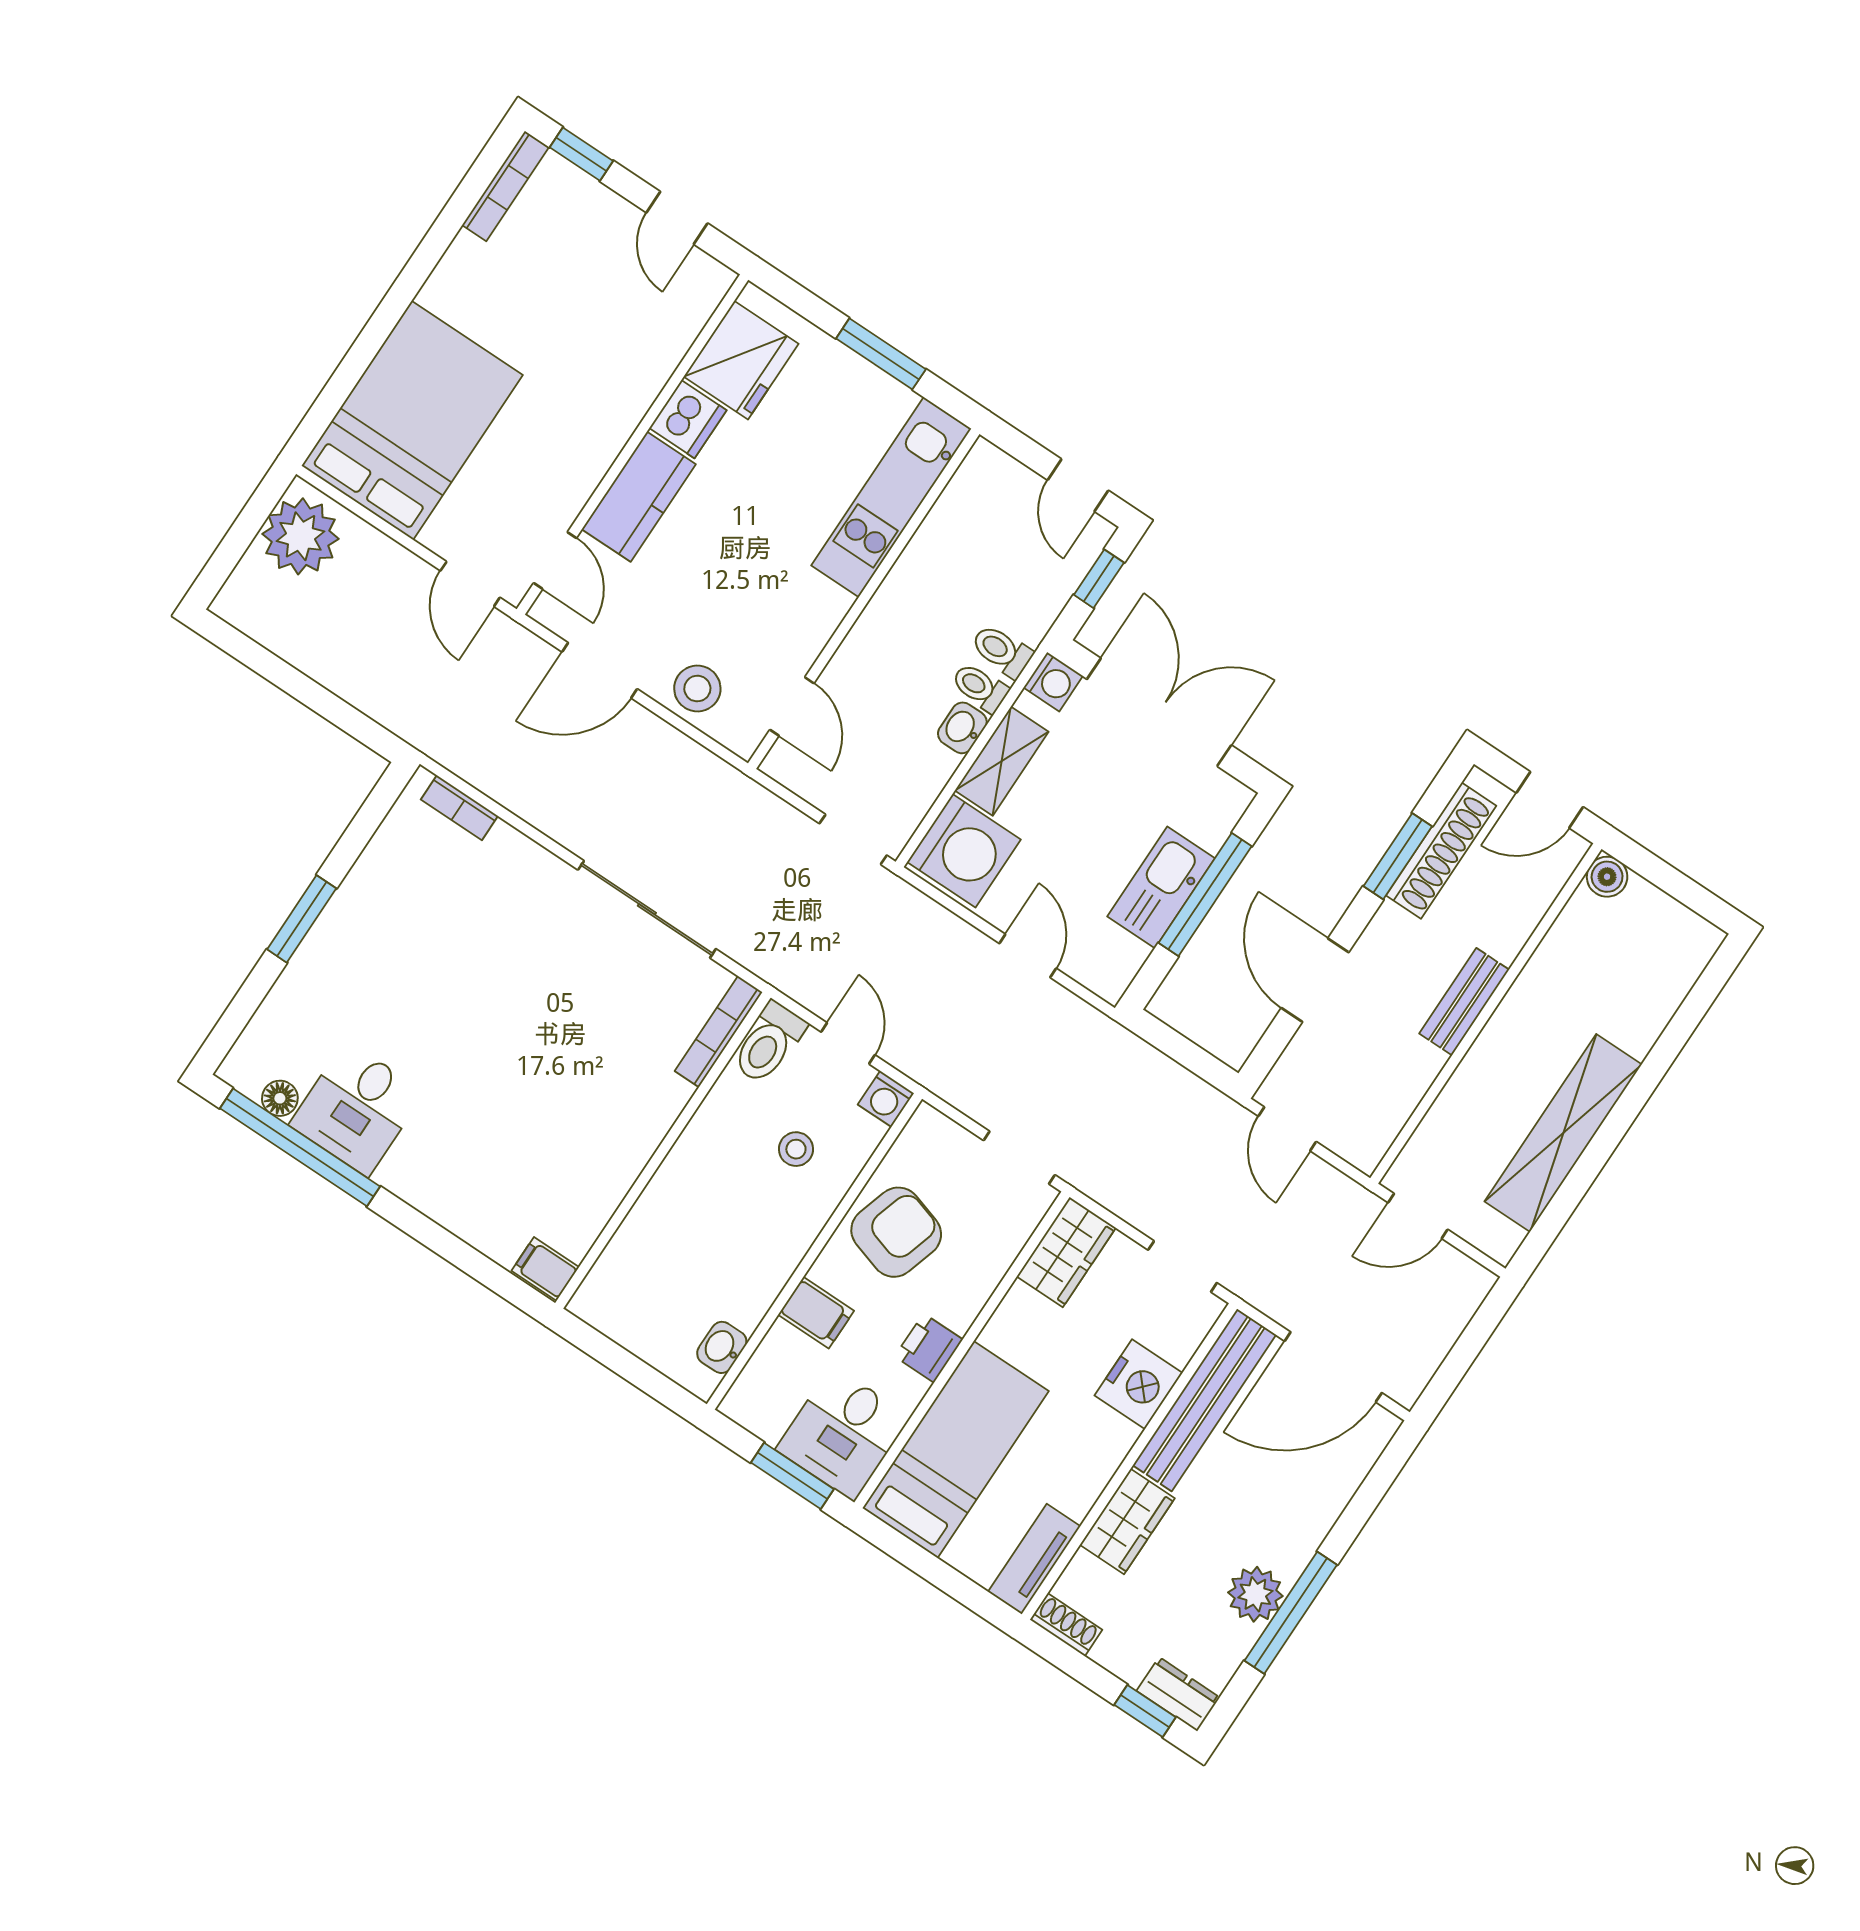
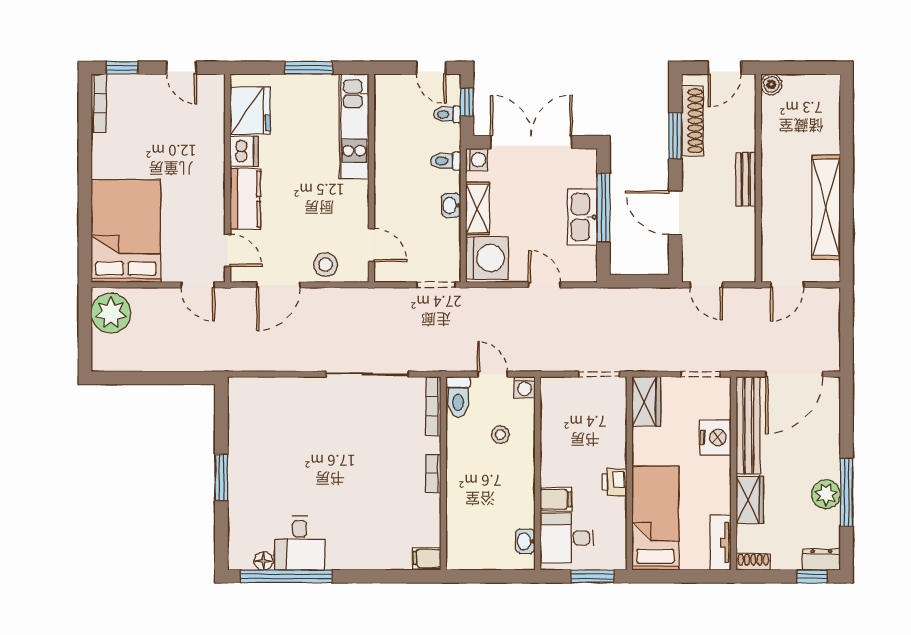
toilet: (980, 687) -> (447, 114), moved
bookcase: (459, 808) -> (433, 473), moved, turned 90
armchair: (896, 1232) -> (567, 442), removed
desk: (843, 1433) -> (567, 538), moved, turned 90

